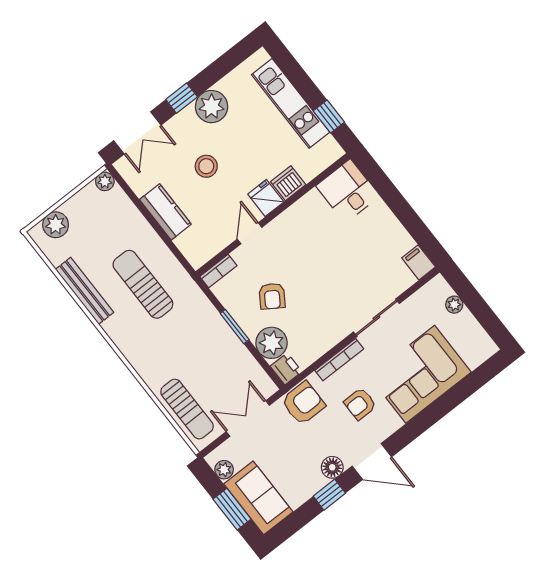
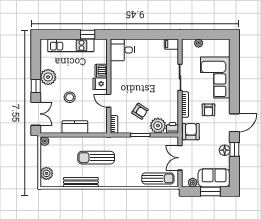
floor lamp: (332, 467) -> (225, 150), moved

